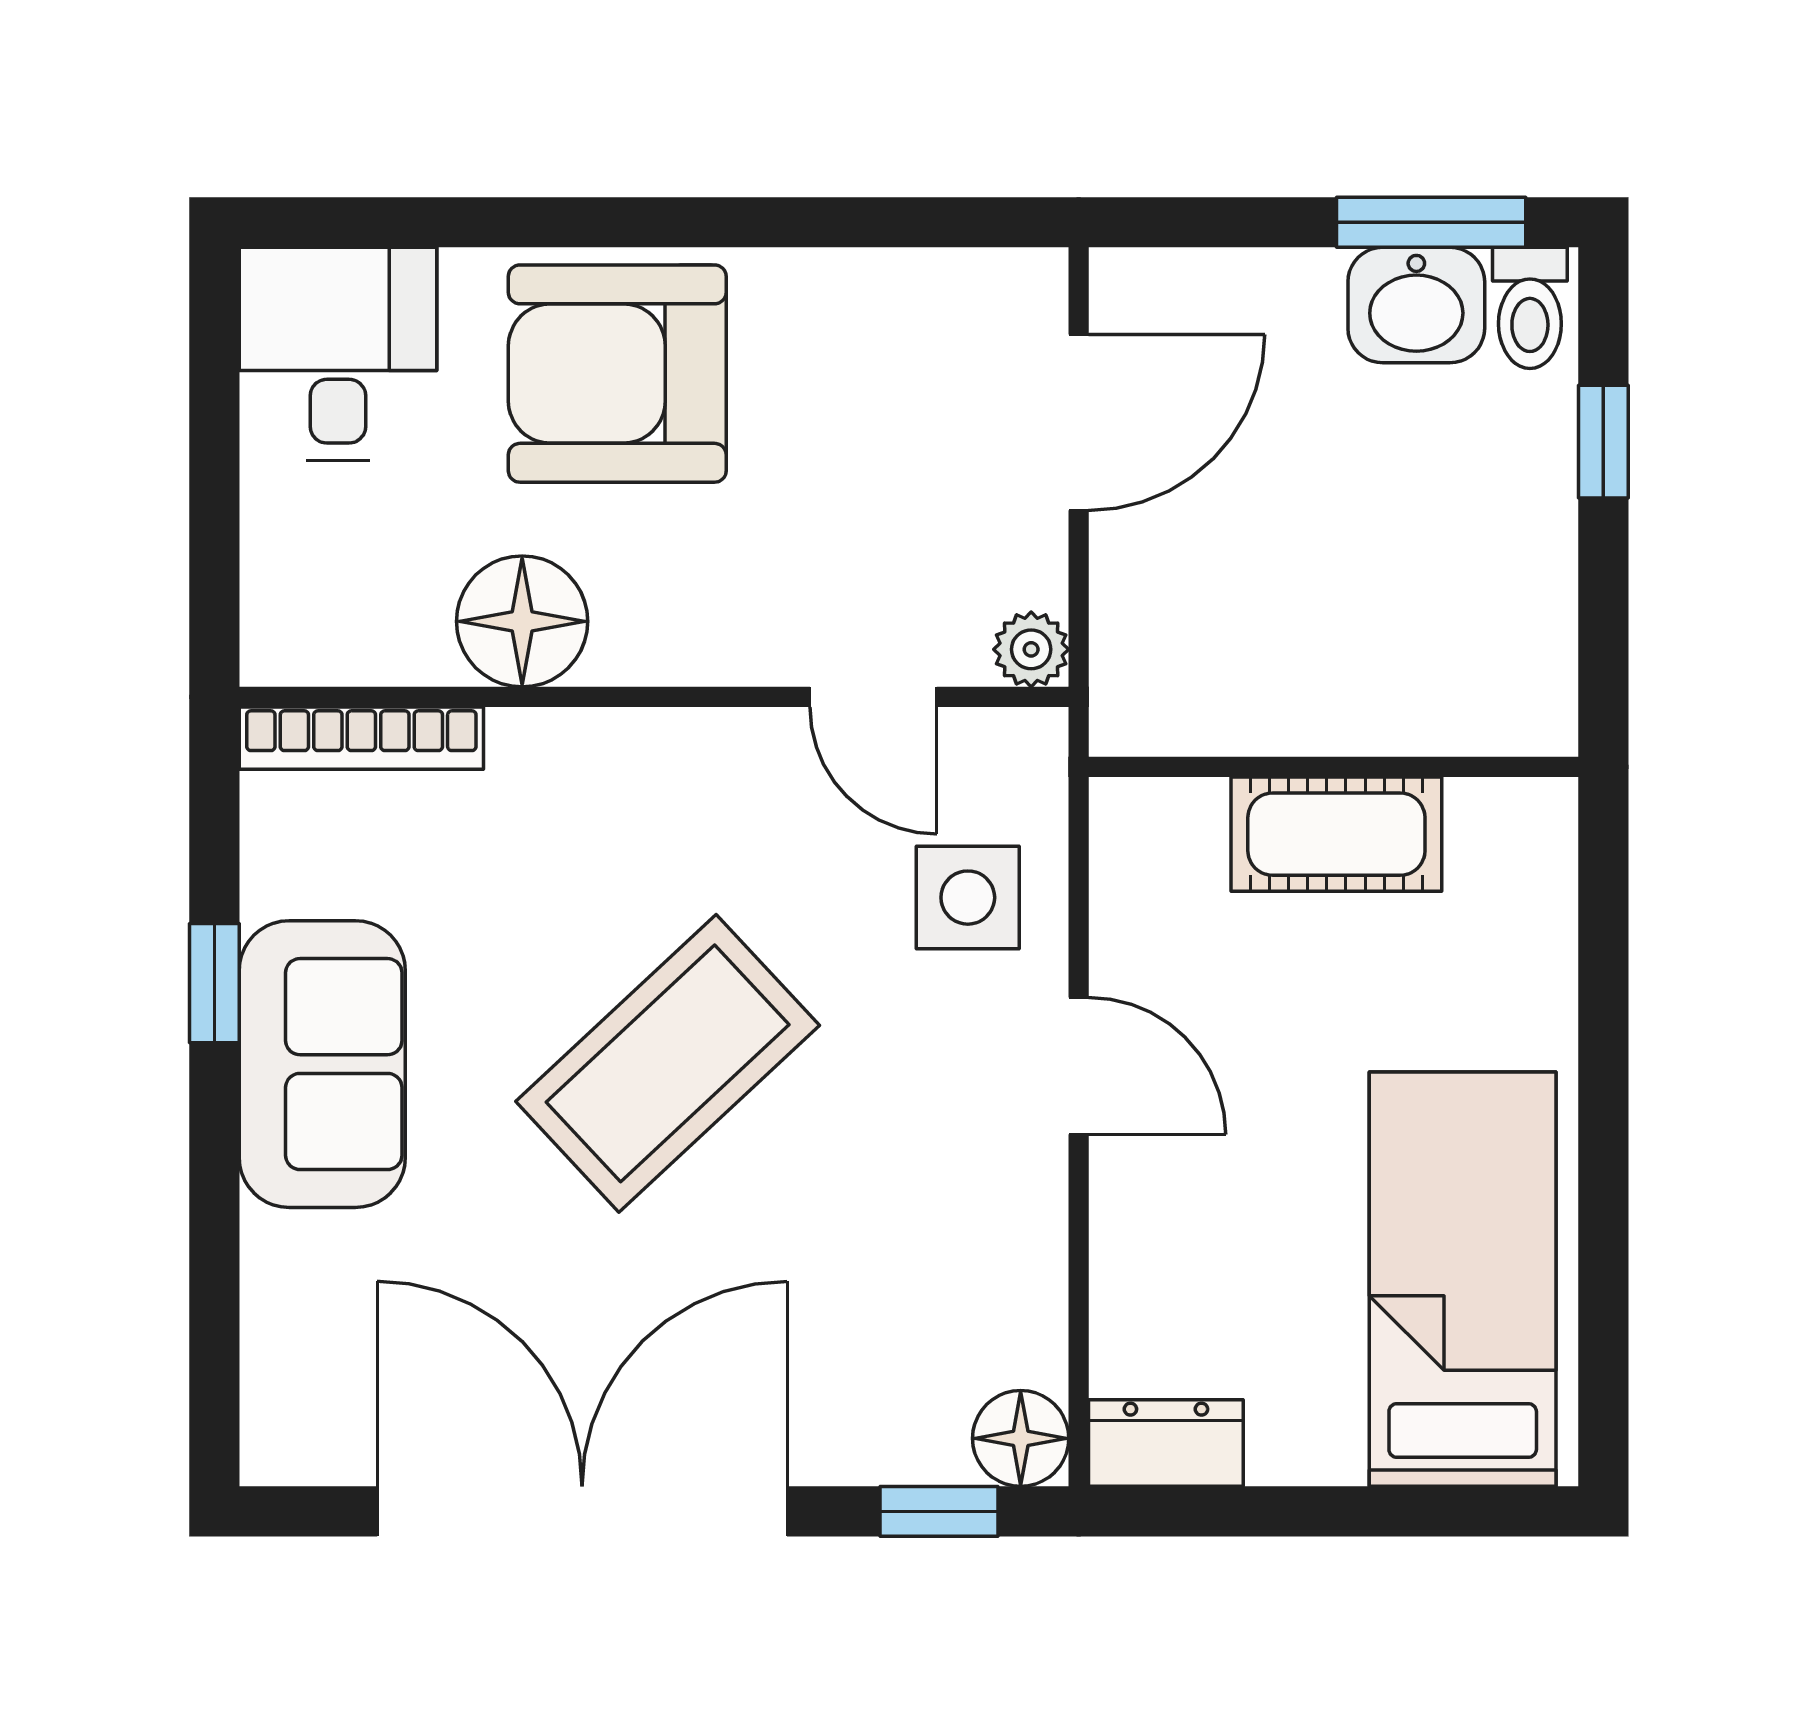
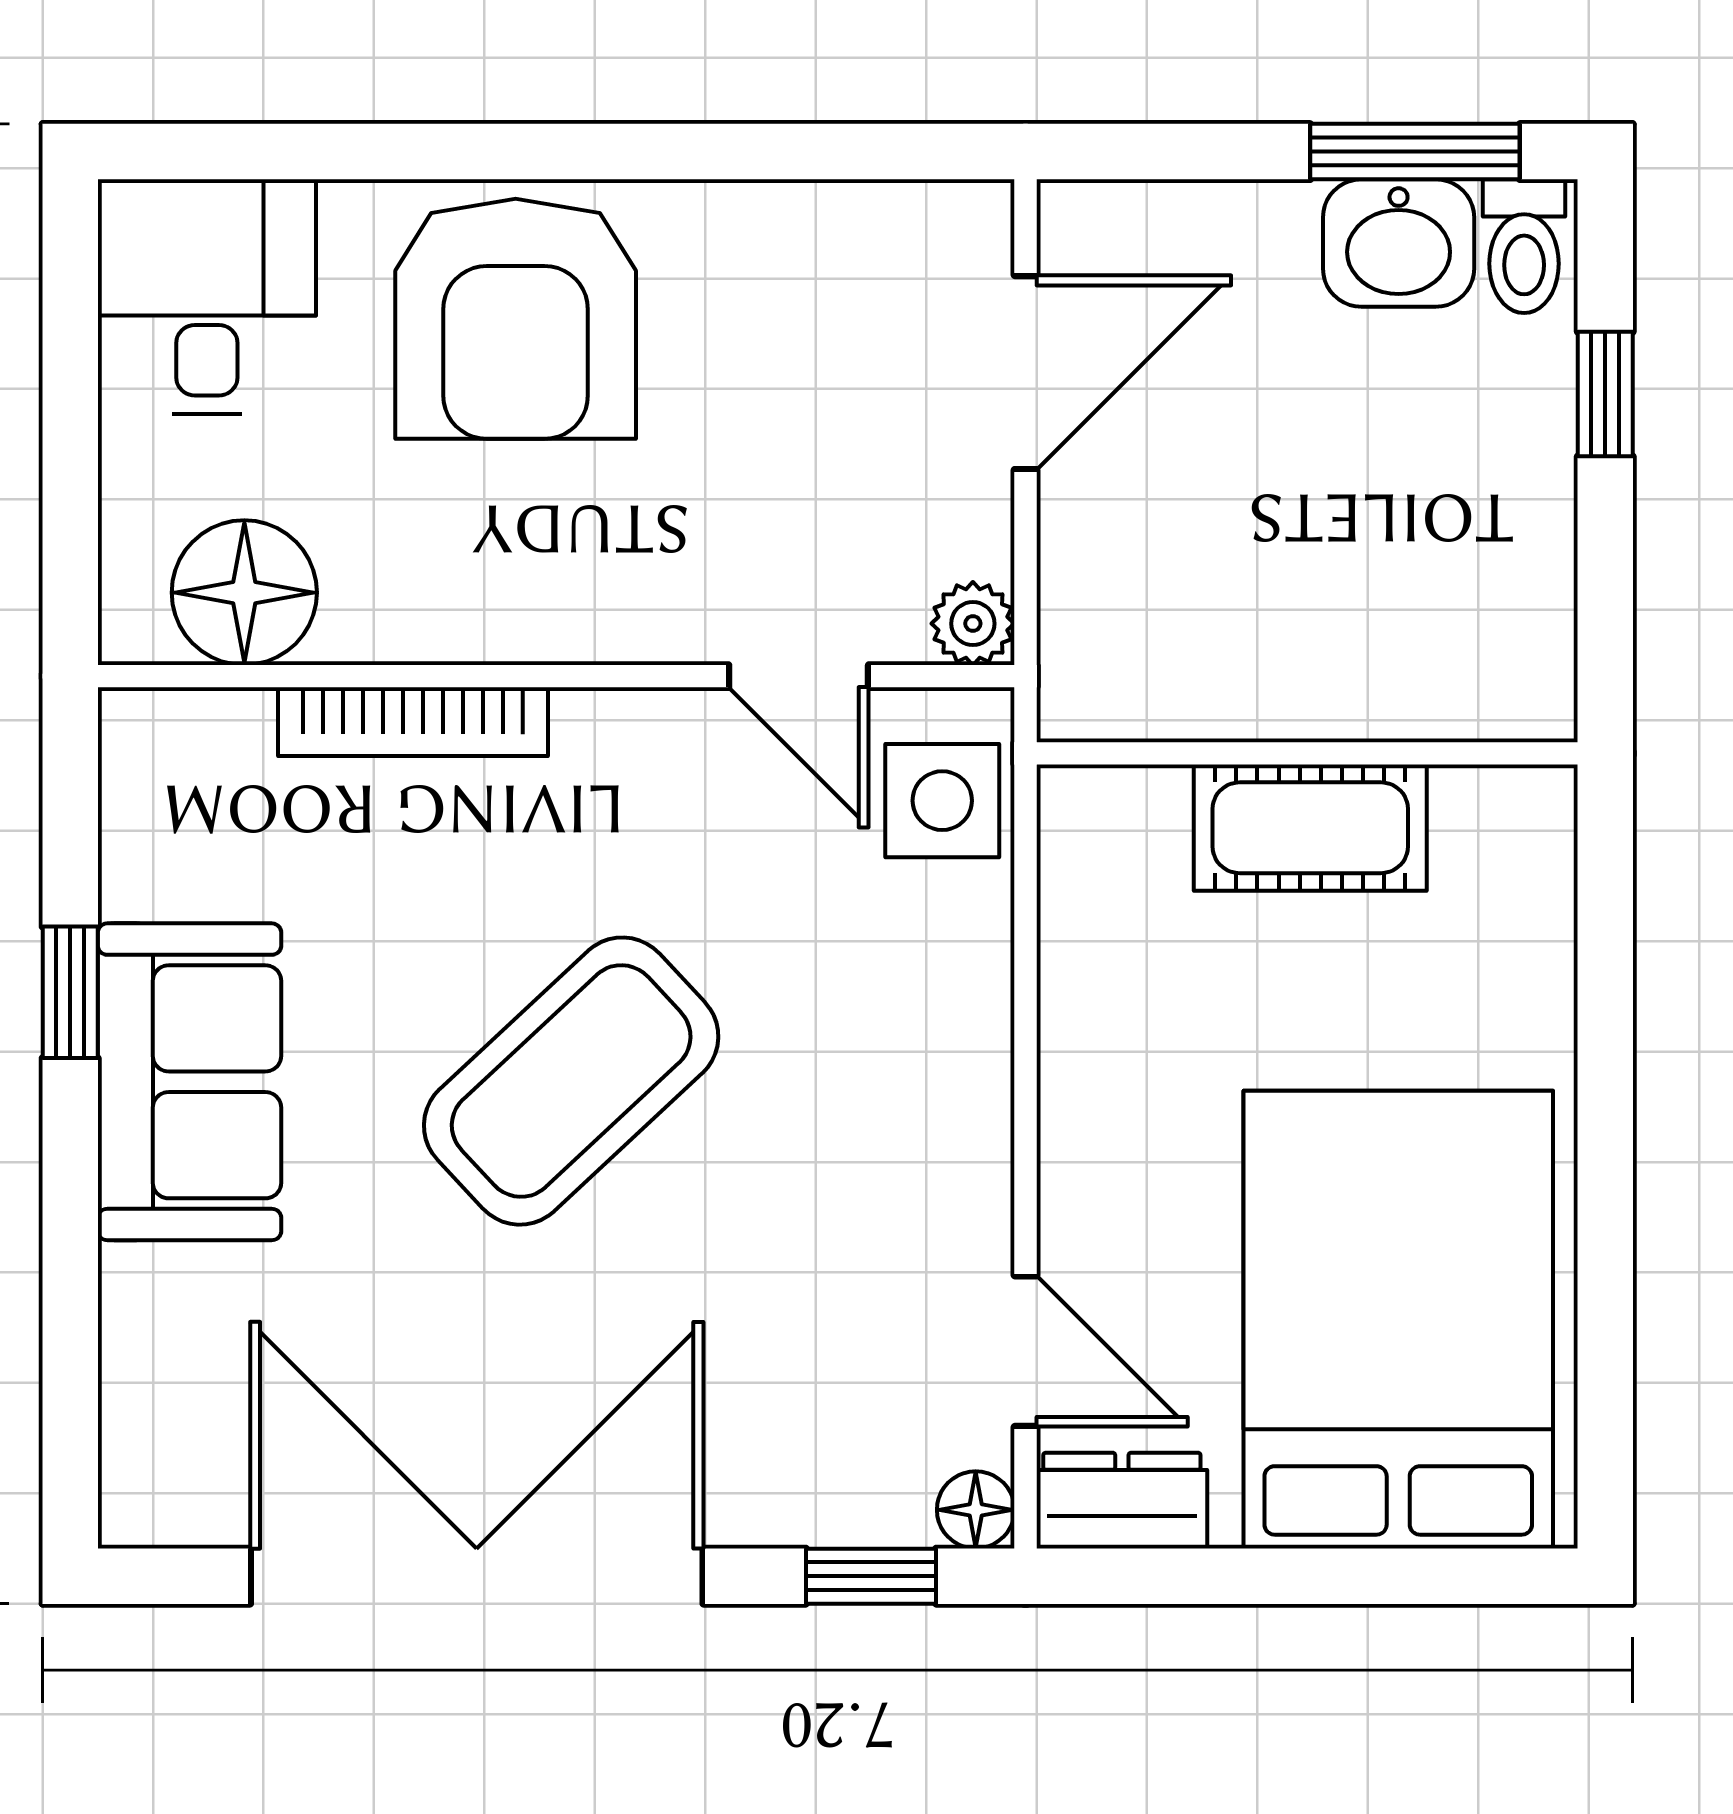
armchair: (617, 374) -> (516, 319), turned -90
floor lamp: (522, 621) -> (244, 593), moved
bookcase: (361, 738) -> (413, 722), moved
side table: (968, 898) -> (942, 801), moved
door: (1079, 1066) -> (1025, 1351), moved
bed: (1463, 1279) -> (1398, 1320), width x1.50
floor lamp: (1021, 1438) -> (976, 1510), width x0.73, depth x0.73

